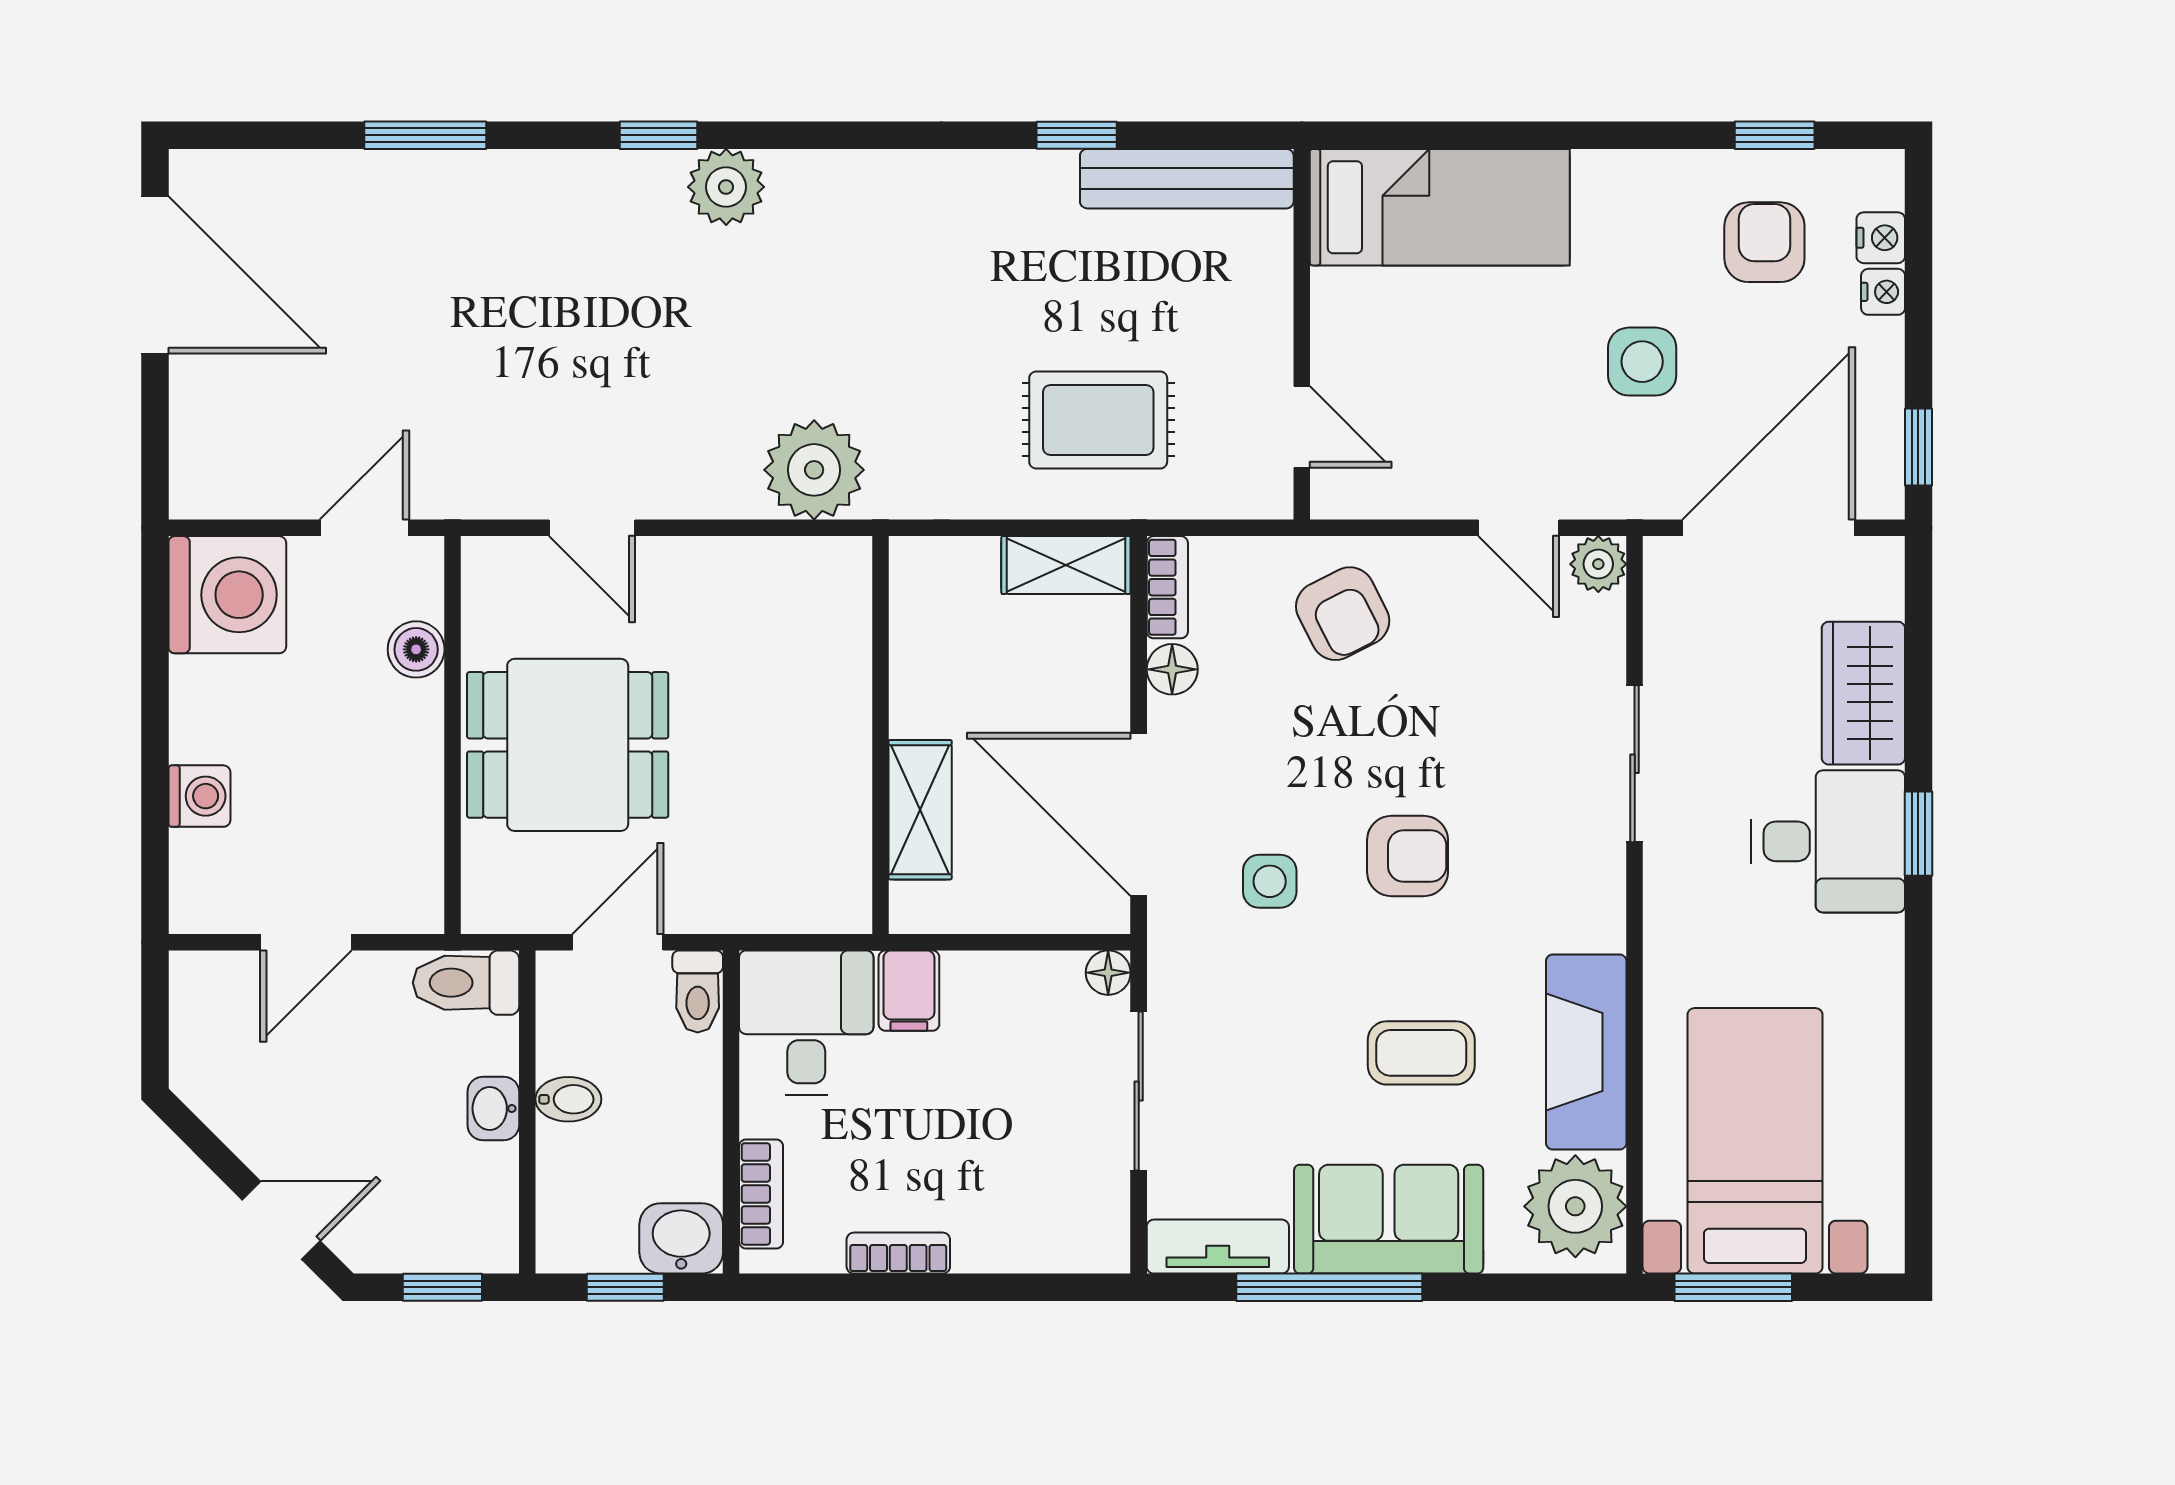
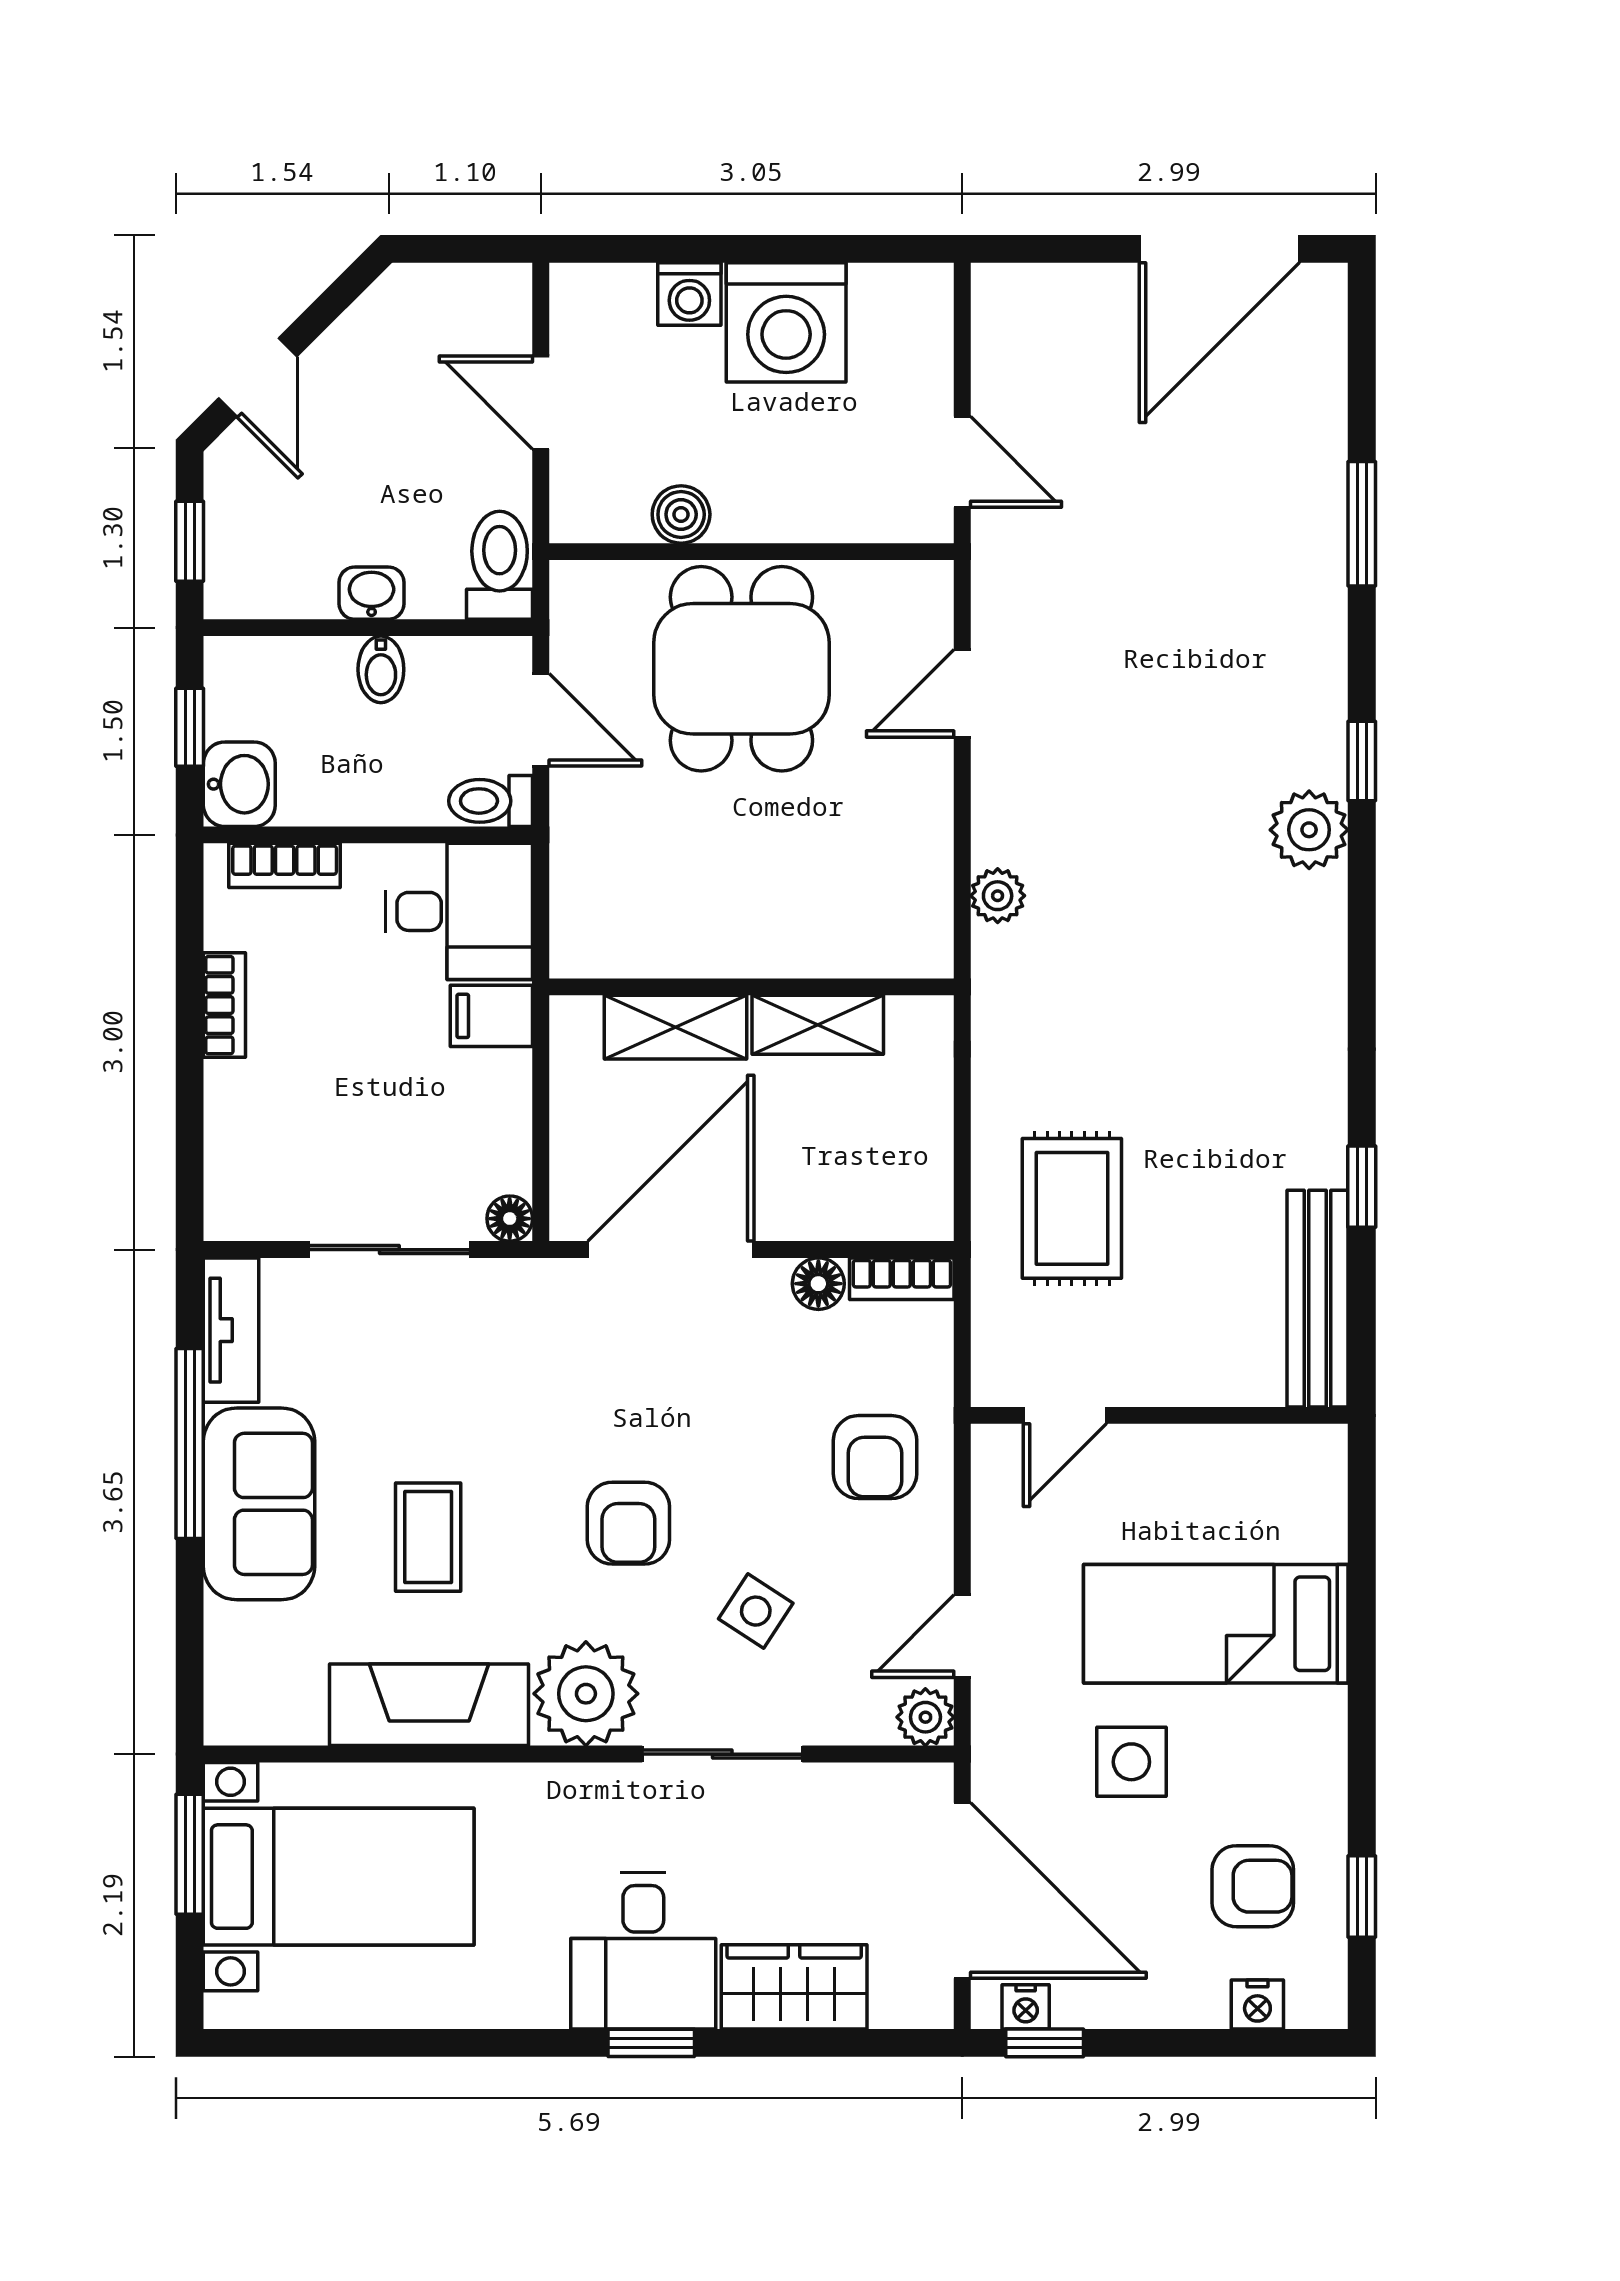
bed: (1440, 207) -> (1216, 1624), moved, turned 90
nightstand: (1883, 292) -> (1026, 2007), moved
plant: (814, 470) -> (998, 896), width x0.53, depth x0.53
shelving: (1066, 565) -> (818, 1025), moved, turned 90
washing machine: (227, 595) -> (786, 322), moved
armchair: (1343, 614) -> (875, 1457), turned -63
boiler: (416, 649) -> (681, 514), moved
side table: (1270, 881) -> (756, 1611), moved, turned 33
plant: (1575, 1206) -> (586, 1694), moved

